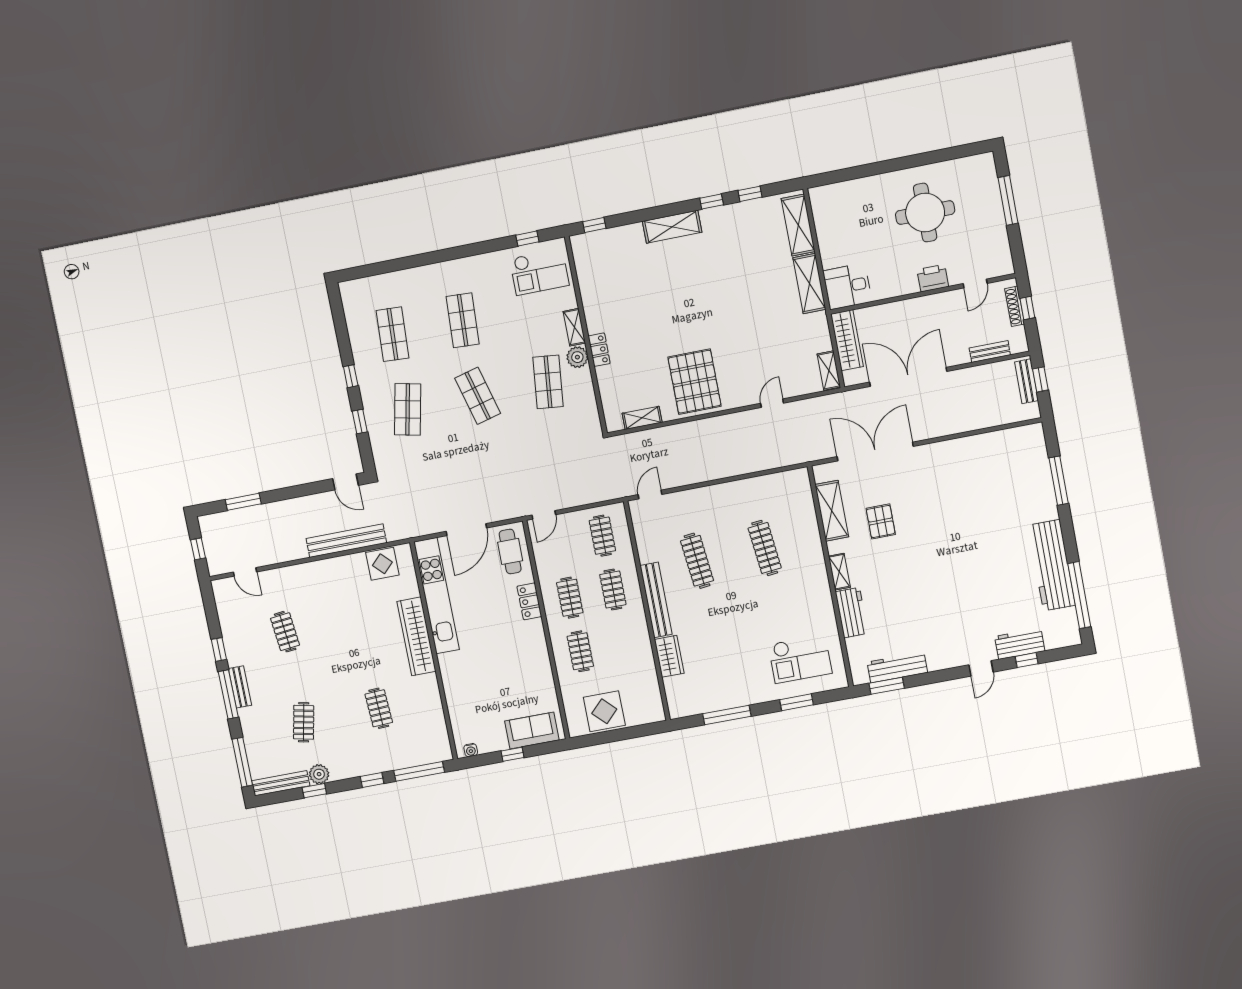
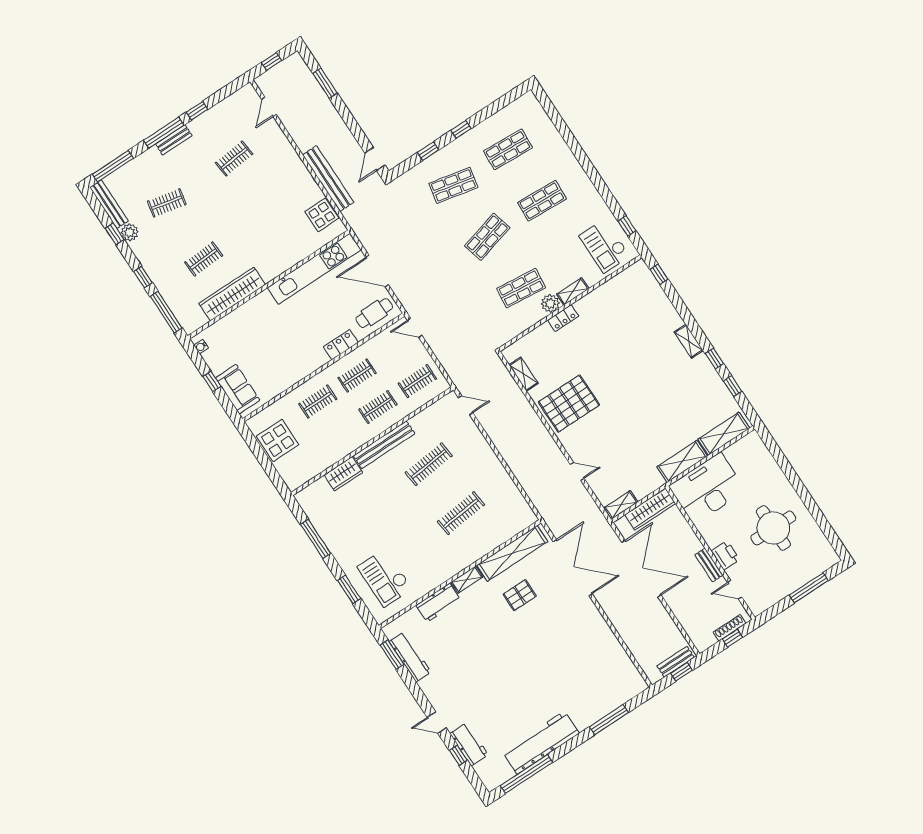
shelving: (672, 227) -> (689, 341), width x0.67, depth x0.75
desk: (847, 286) -> (707, 488), width x1.87, depth x1.30
bench: (990, 352) -> (709, 565), moved
shelving: (832, 511) -> (512, 553), width x1.47
wardrobe: (417, 636) -> (232, 294), moved

